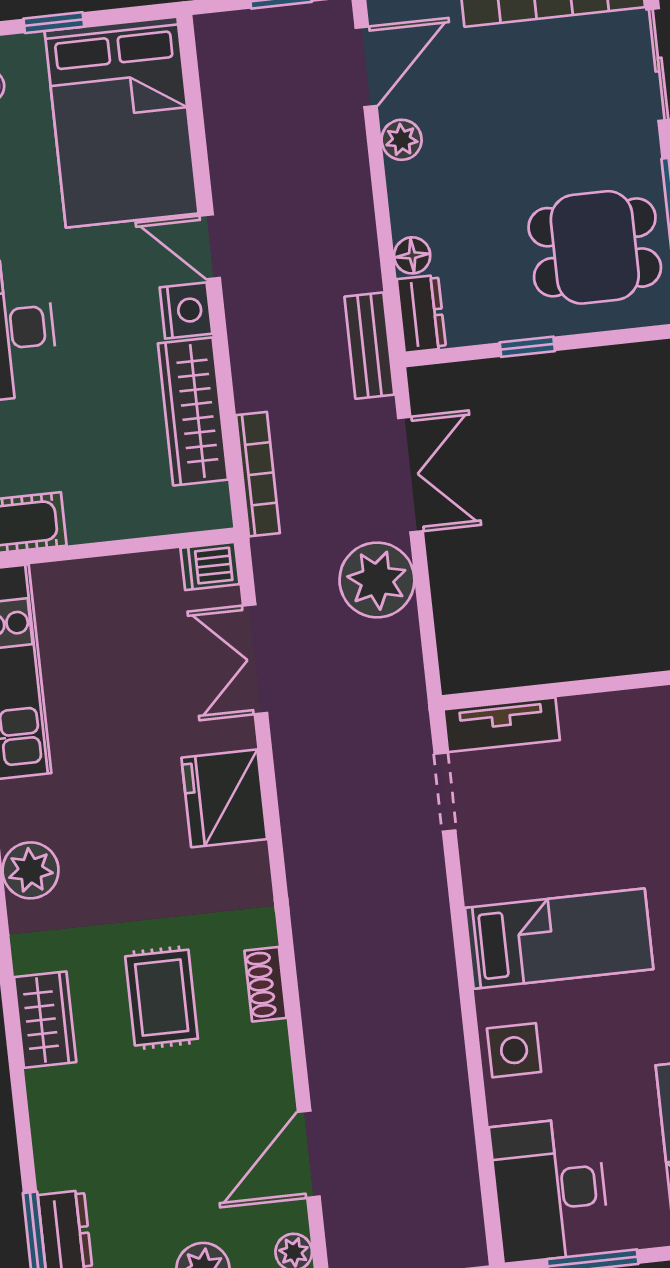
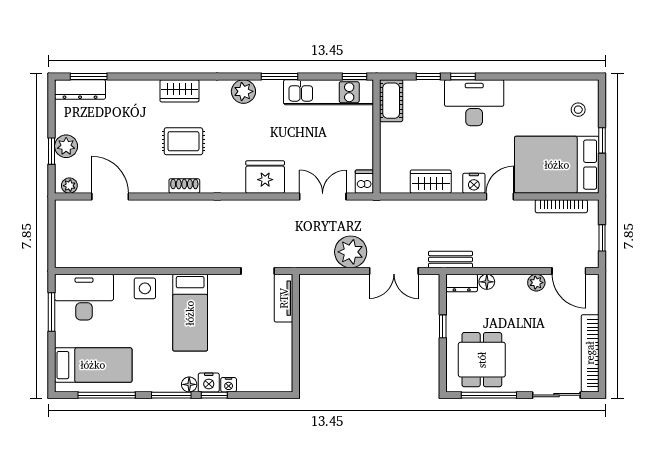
wardrobe: (193, 411) -> (431, 182), width x0.67
bookcase: (258, 474) -> (561, 206), moved

